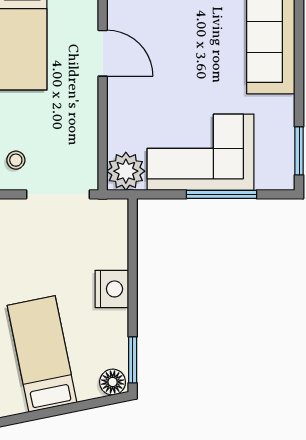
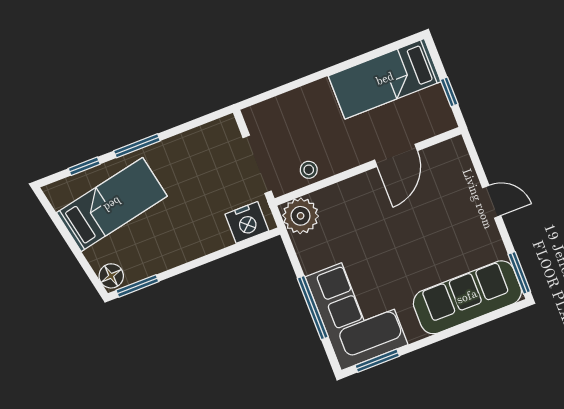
corner sofa: (201, 152) -> (356, 311), moved
stool: (16, 160) -> (309, 170), moved
nightstand: (112, 289) -> (247, 222), moved

